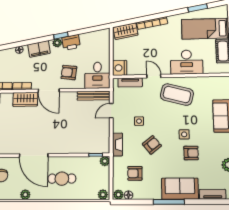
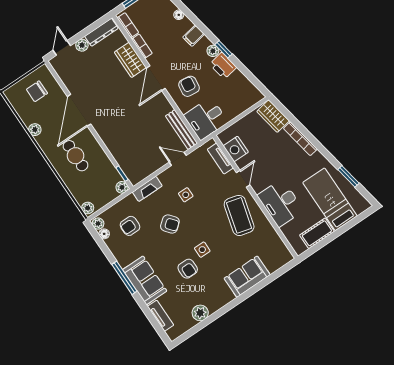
filing cabinet: (39, 49) -> (194, 36), width x0.50
nightstand: (120, 68) -> (236, 149), moved, turned -90
armchair: (135, 173) -> (130, 226), turned -90

